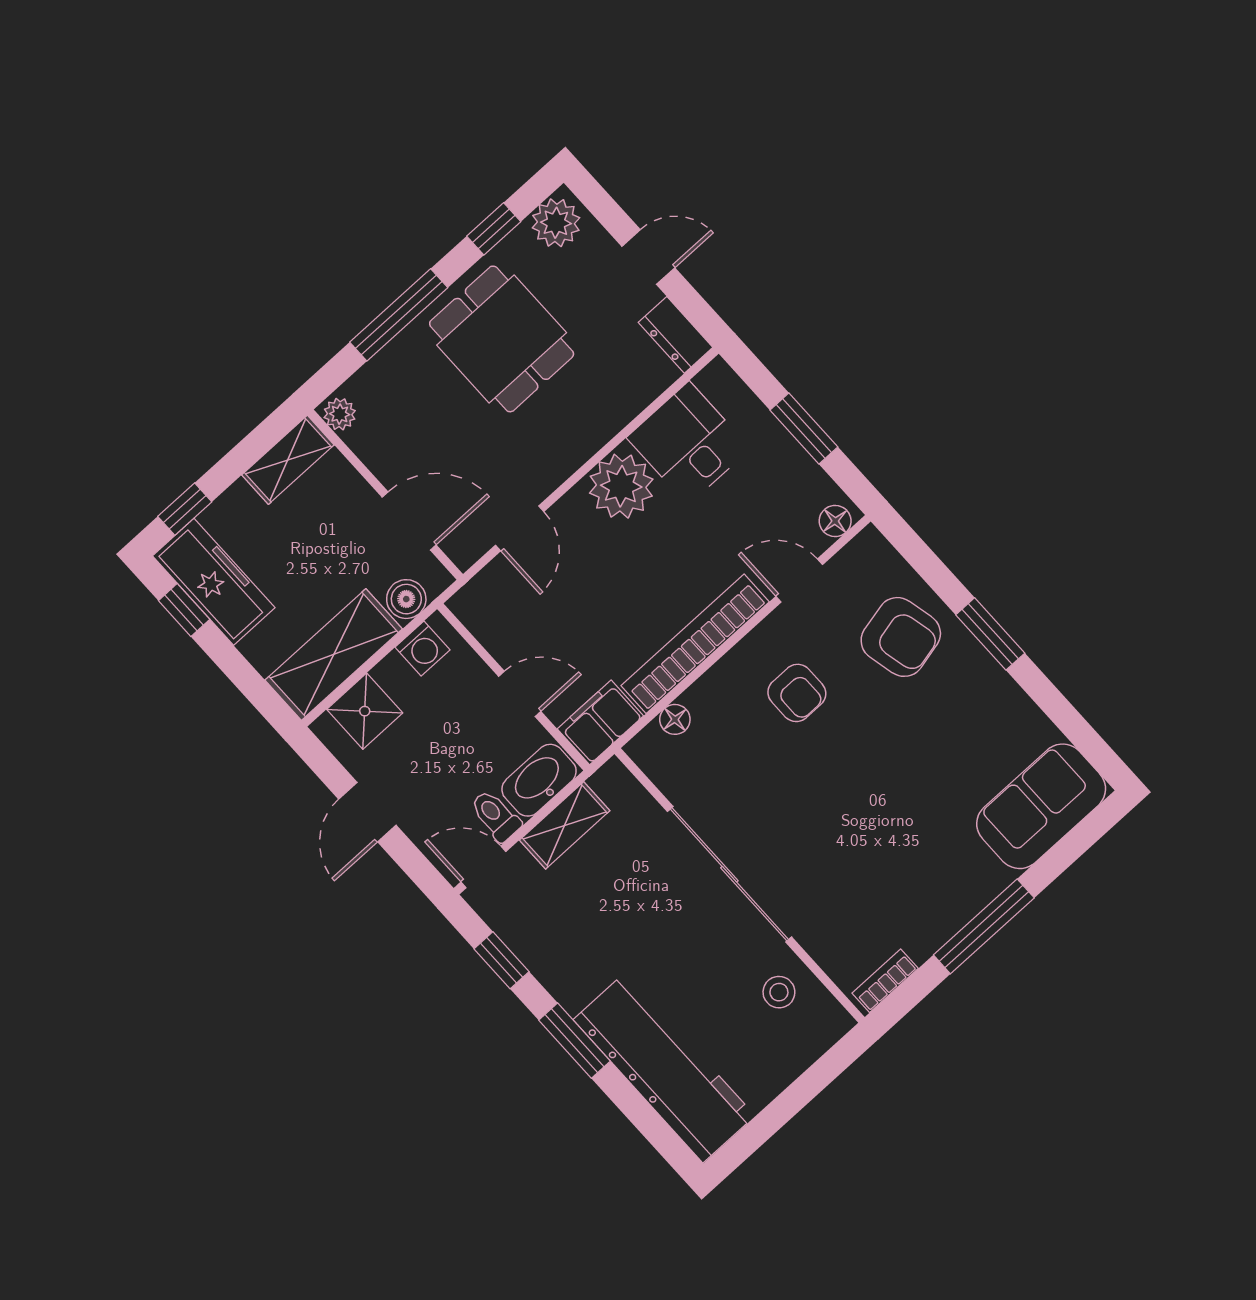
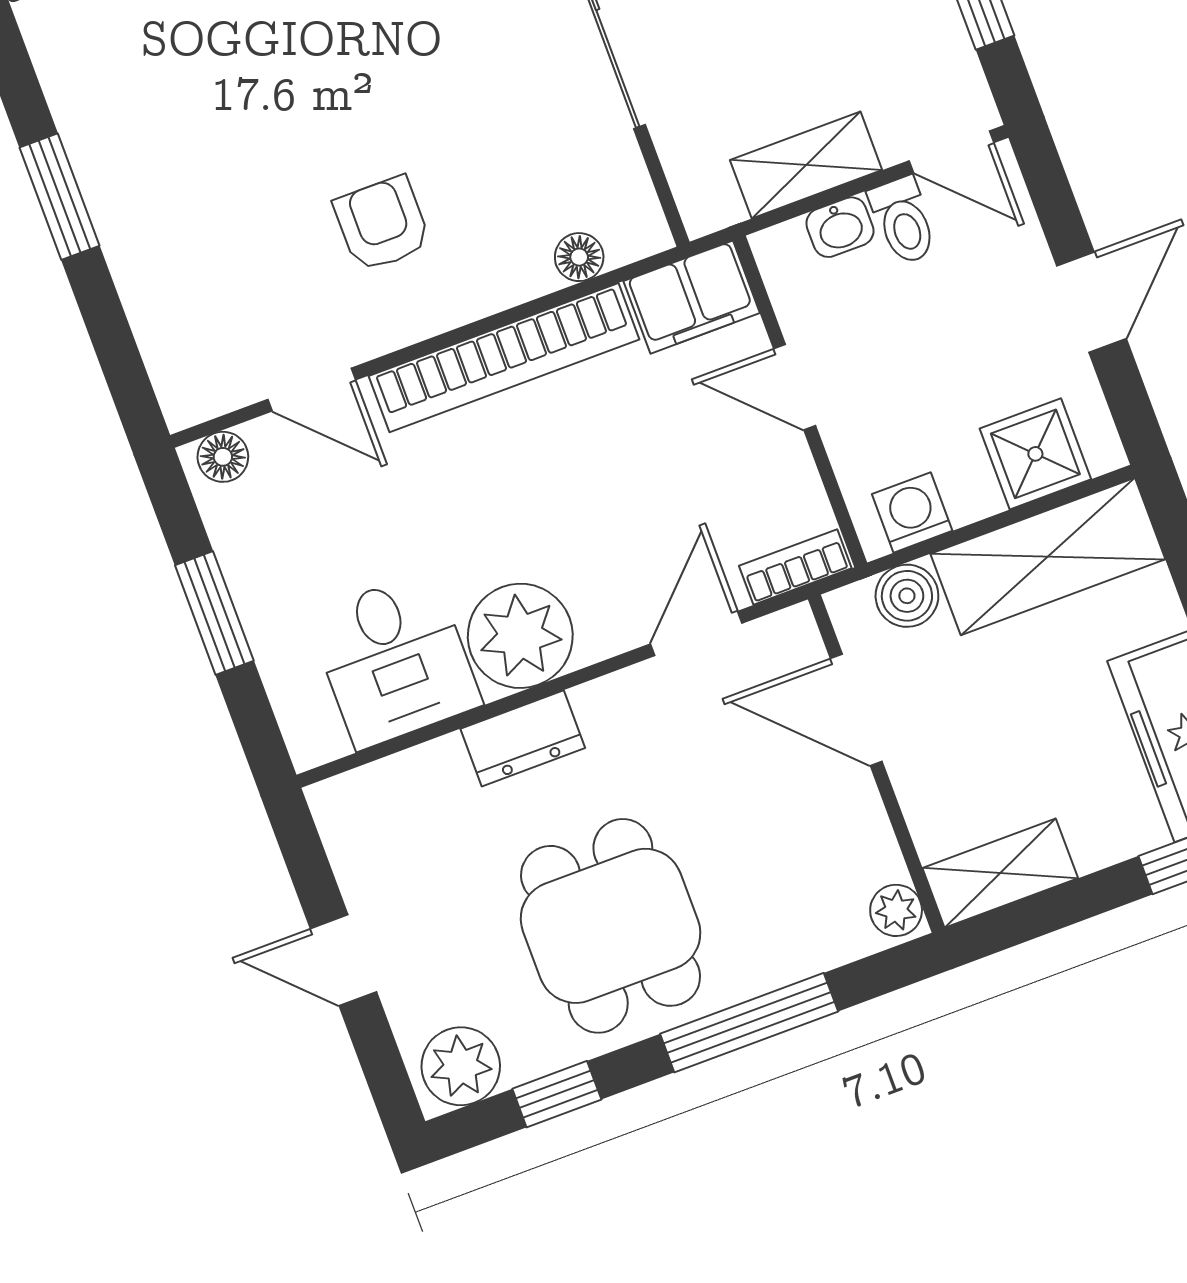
dresser: (676, 335) -> (523, 738), moved, turned 90
bookcase: (478, 590) -> (795, 567), added
armchair: (901, 637) -> (194, 245), removed
washbasin: (539, 780) -> (840, 227), width x0.52, depth x0.69

